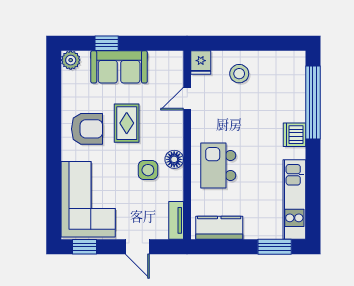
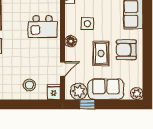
window: (107, 43) -> (87, 104), moved
plant: (162, 64) -> (79, 91), added
floor lamp: (174, 159) -> (71, 41), moved
kitchen island: (218, 166) -> (43, 26), turned 90

